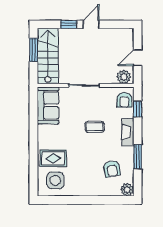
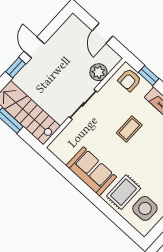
plant: (124, 77) -> (98, 72), moved
armchair: (124, 100) -> (130, 80), turned 90
sofa: (48, 105) -> (91, 171), moved

